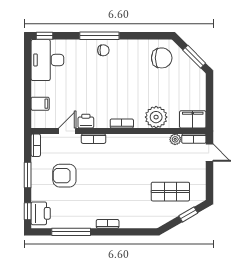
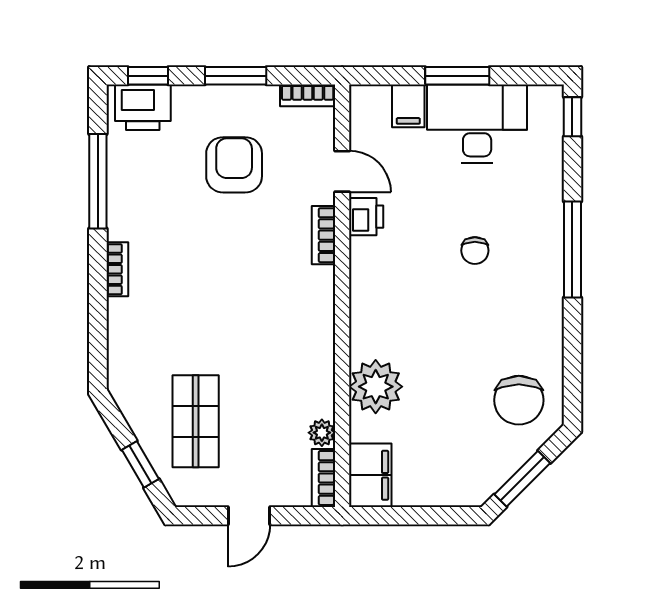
chair: (103, 50) -> (475, 251), moved
desk: (47, 60) -> (477, 124), moved
window: (28, 83) -> (457, 76), added
bookcase: (122, 124) -> (360, 304), removed
door: (209, 153) -> (249, 516), moved

